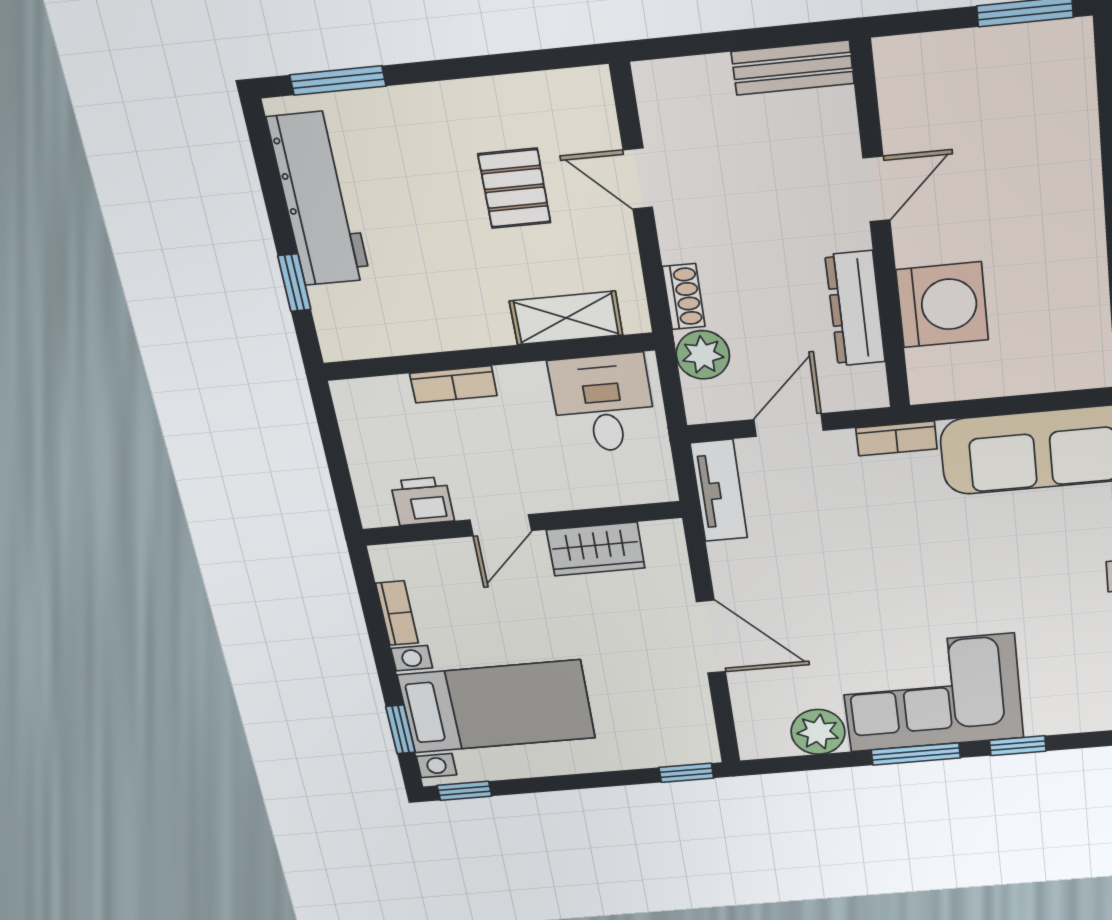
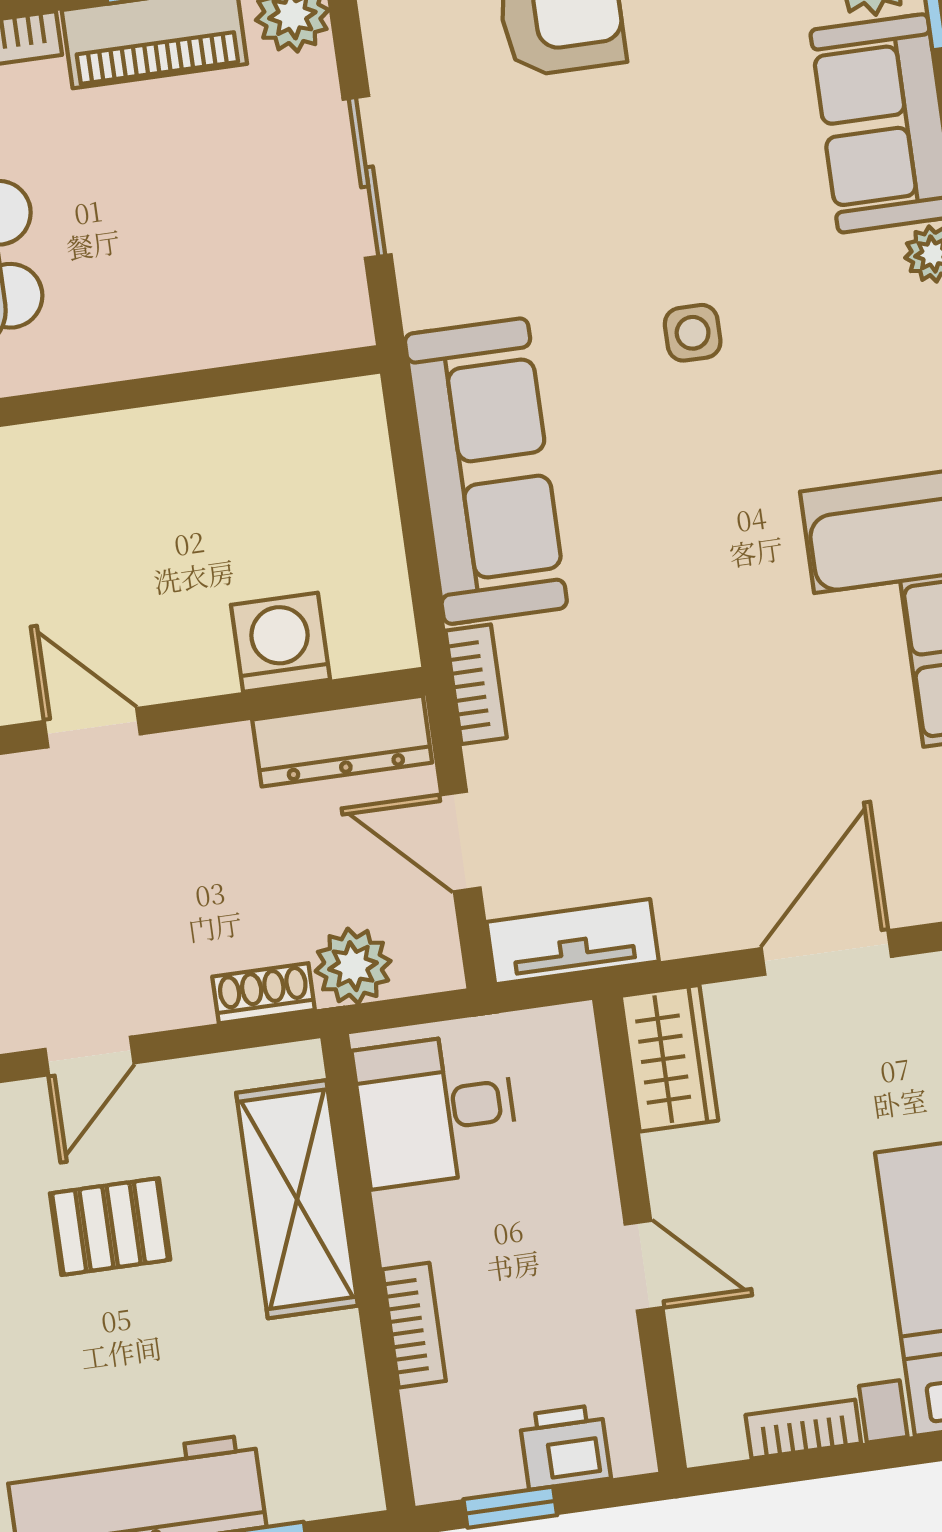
washing machine: (942, 305) -> (280, 642), width x0.73, depth x0.73
dresser: (855, 309) -> (342, 741), moved
shelving: (566, 318) -> (297, 1199), width x1.50, depth x1.33
window: (332, 440) -> (510, 1507), added
printer: (422, 501) -> (565, 1447), moved, turned 90
wardrobe: (596, 549) -> (670, 1058), moved

